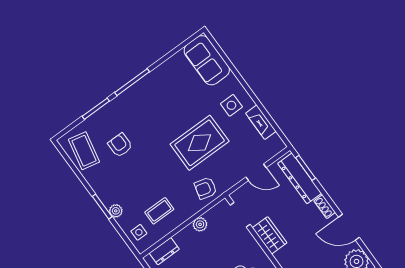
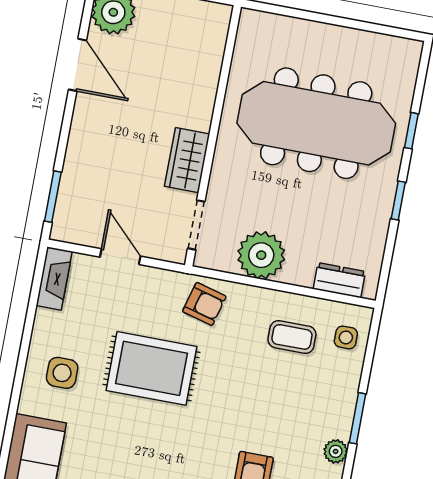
fireplace: (261, 122) -> (54, 278), moved
dresser: (300, 178) -> (74, 191), removed
shoe rack: (325, 207) -> (80, 123), removed
plant: (116, 211) -> (336, 451), moved
plant: (200, 224) -> (261, 255), width x1.88, depth x1.88

